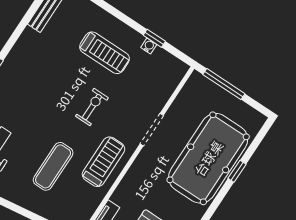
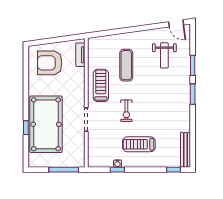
treadmill: (104, 162) -> (101, 85), turned 180

